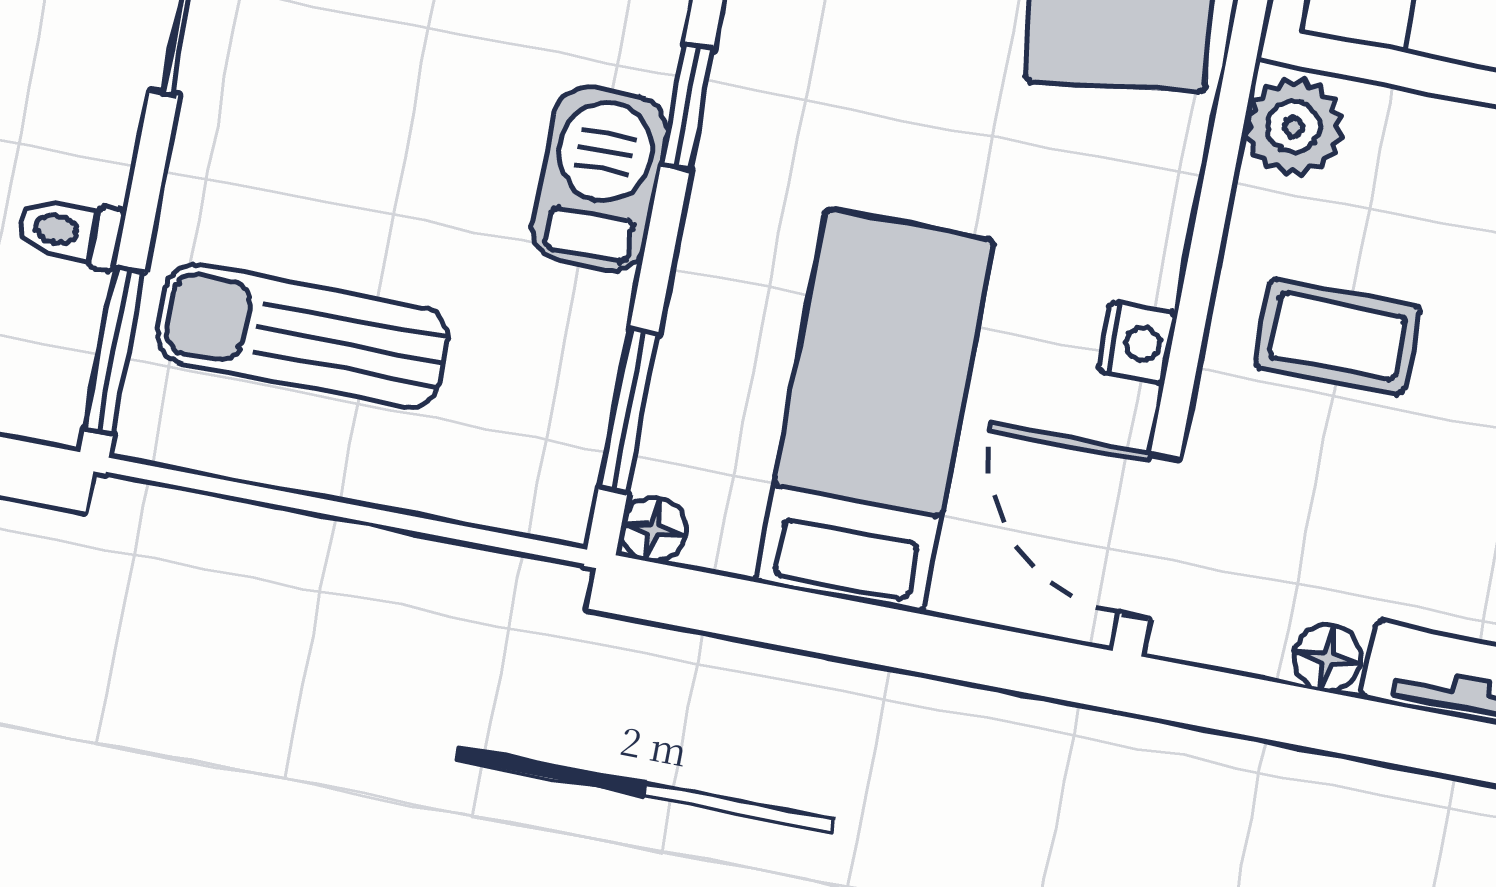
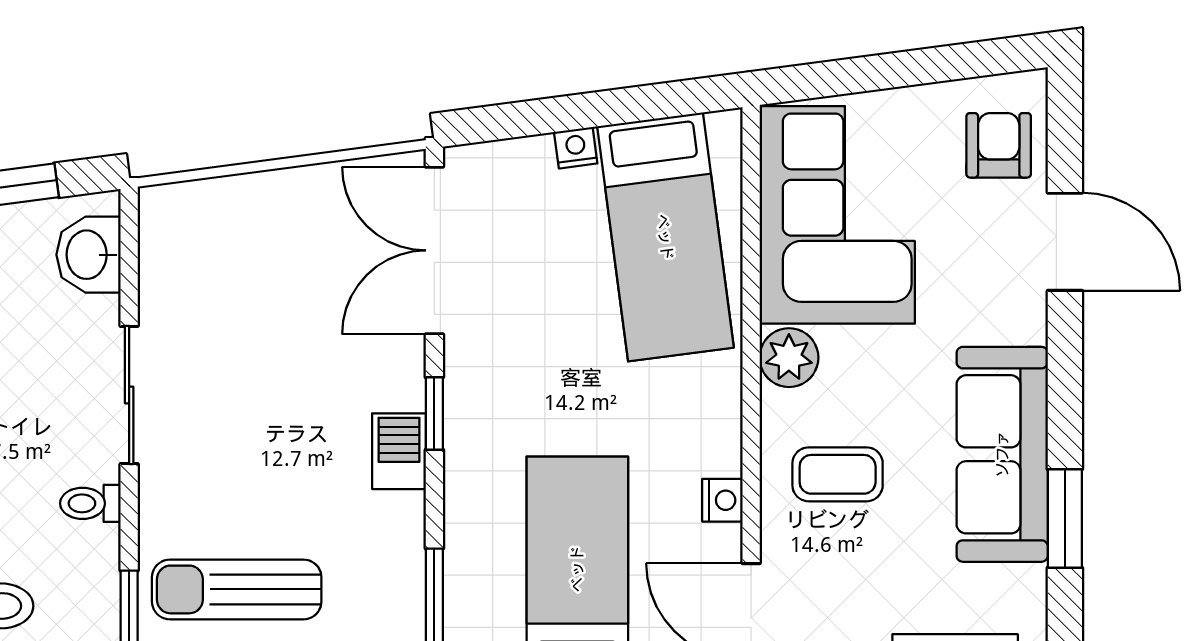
barbecue: (600, 179) -> (399, 451), width x0.73, depth x0.79
toilet: (71, 232) -> (90, 503), moved

